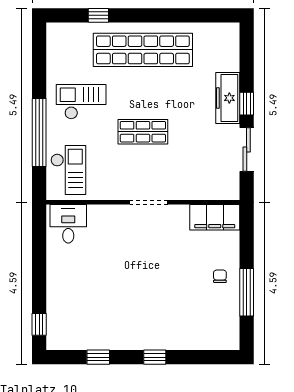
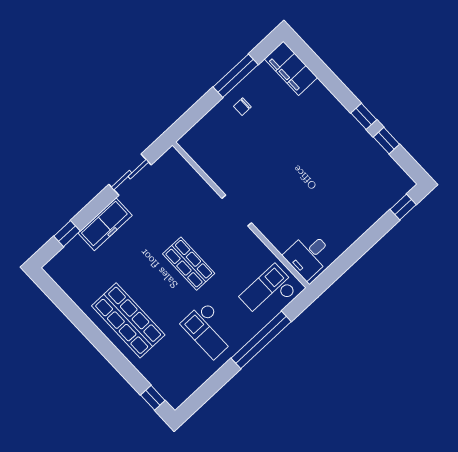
window: (98, 15) -> (153, 398), moved
shop shelf: (143, 50) -> (128, 320), width x0.71
window: (247, 104) -> (67, 234), moved
filing cabinet: (215, 217) -> (291, 68), moved, turned 180
window: (155, 357) -> (364, 116), moved

